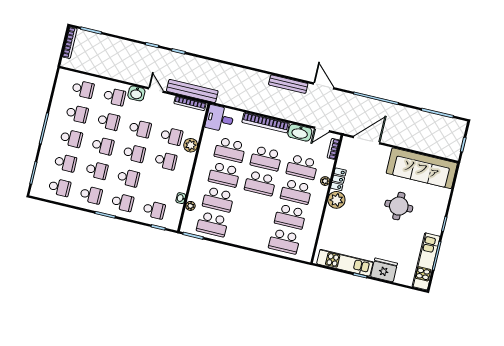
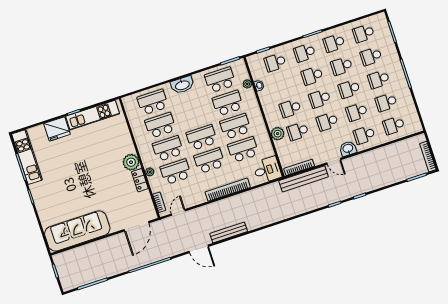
washbasin: (300, 133) -> (182, 85), moved, turned 180
round table: (399, 206) -> (77, 189), removed

